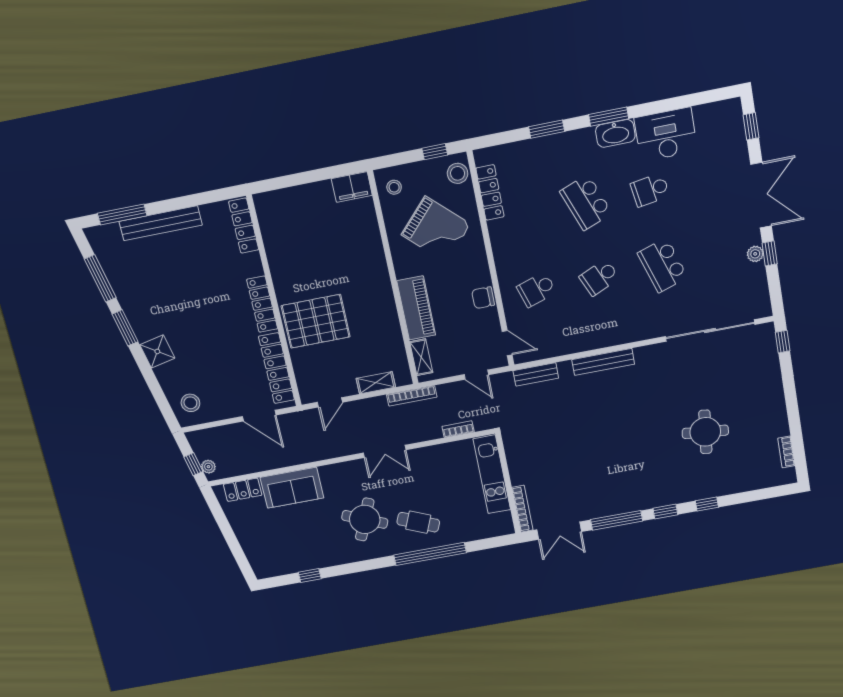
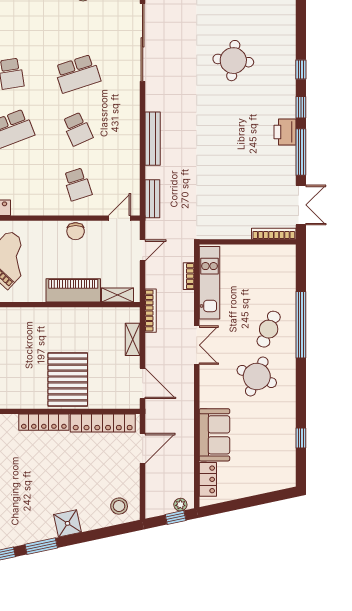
door: (330, 402) -> (143, 383), width x1.38
kitchen unit: (492, 474) -> (209, 283), moved, turned -90
printer: (636, 500) -> (285, 132), added

